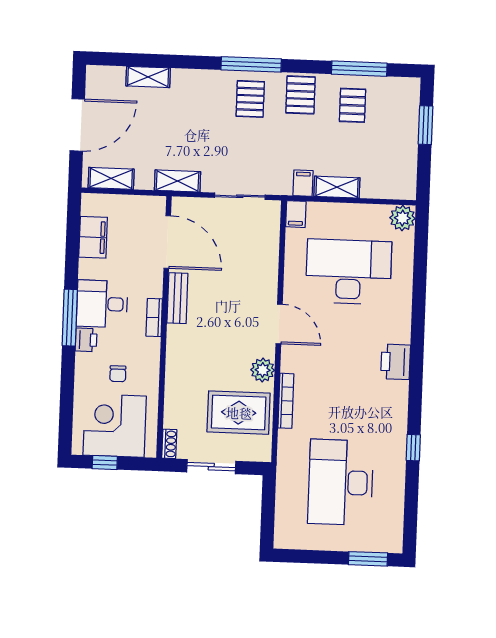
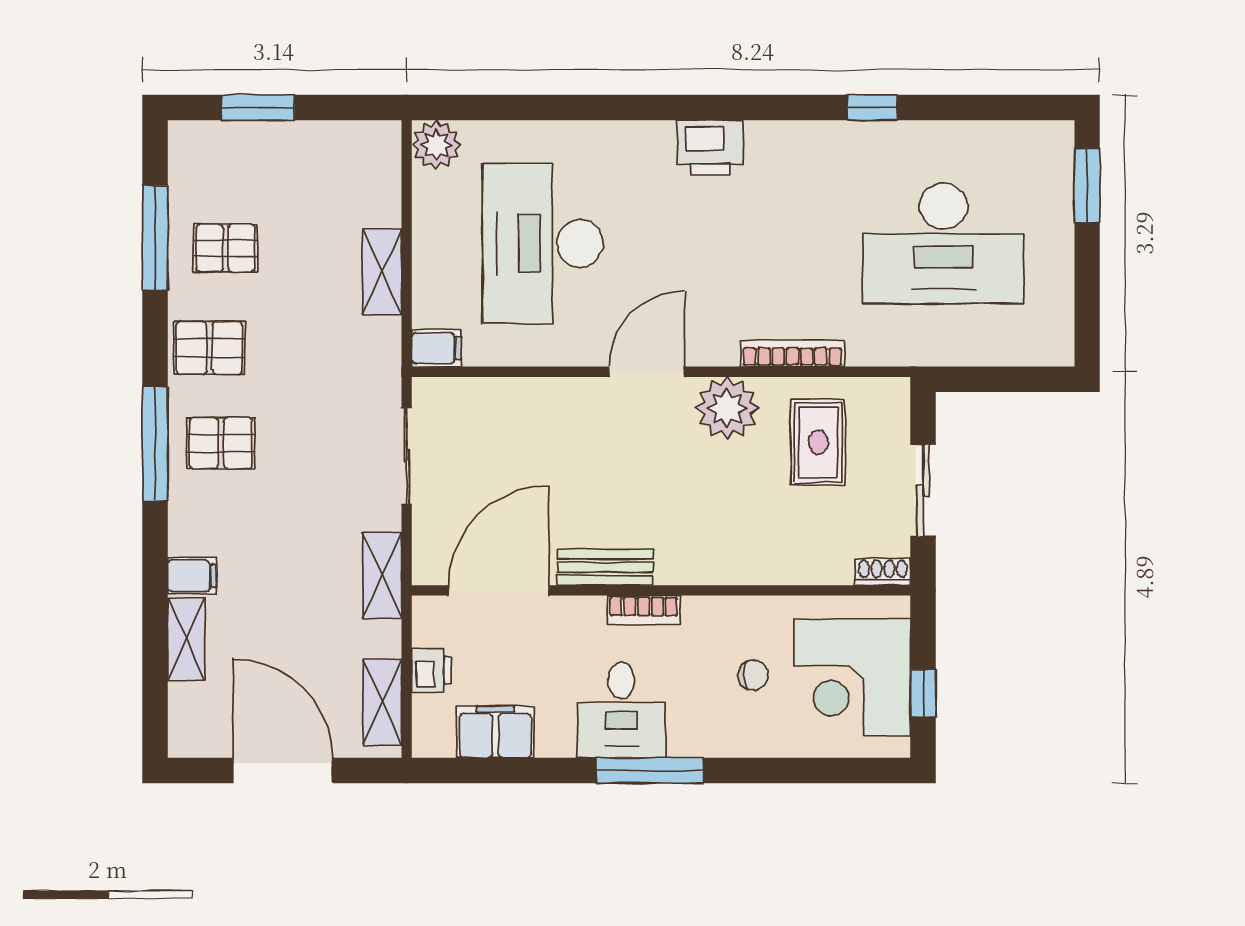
filing cabinet: (303, 183) -> (192, 576), moved, turned 180
printer: (86, 340) -> (432, 670), moved, turned 90
plant: (263, 370) -> (727, 408), width x1.36, depth x1.36
rug: (239, 413) -> (818, 442), width x0.73, depth x0.70

